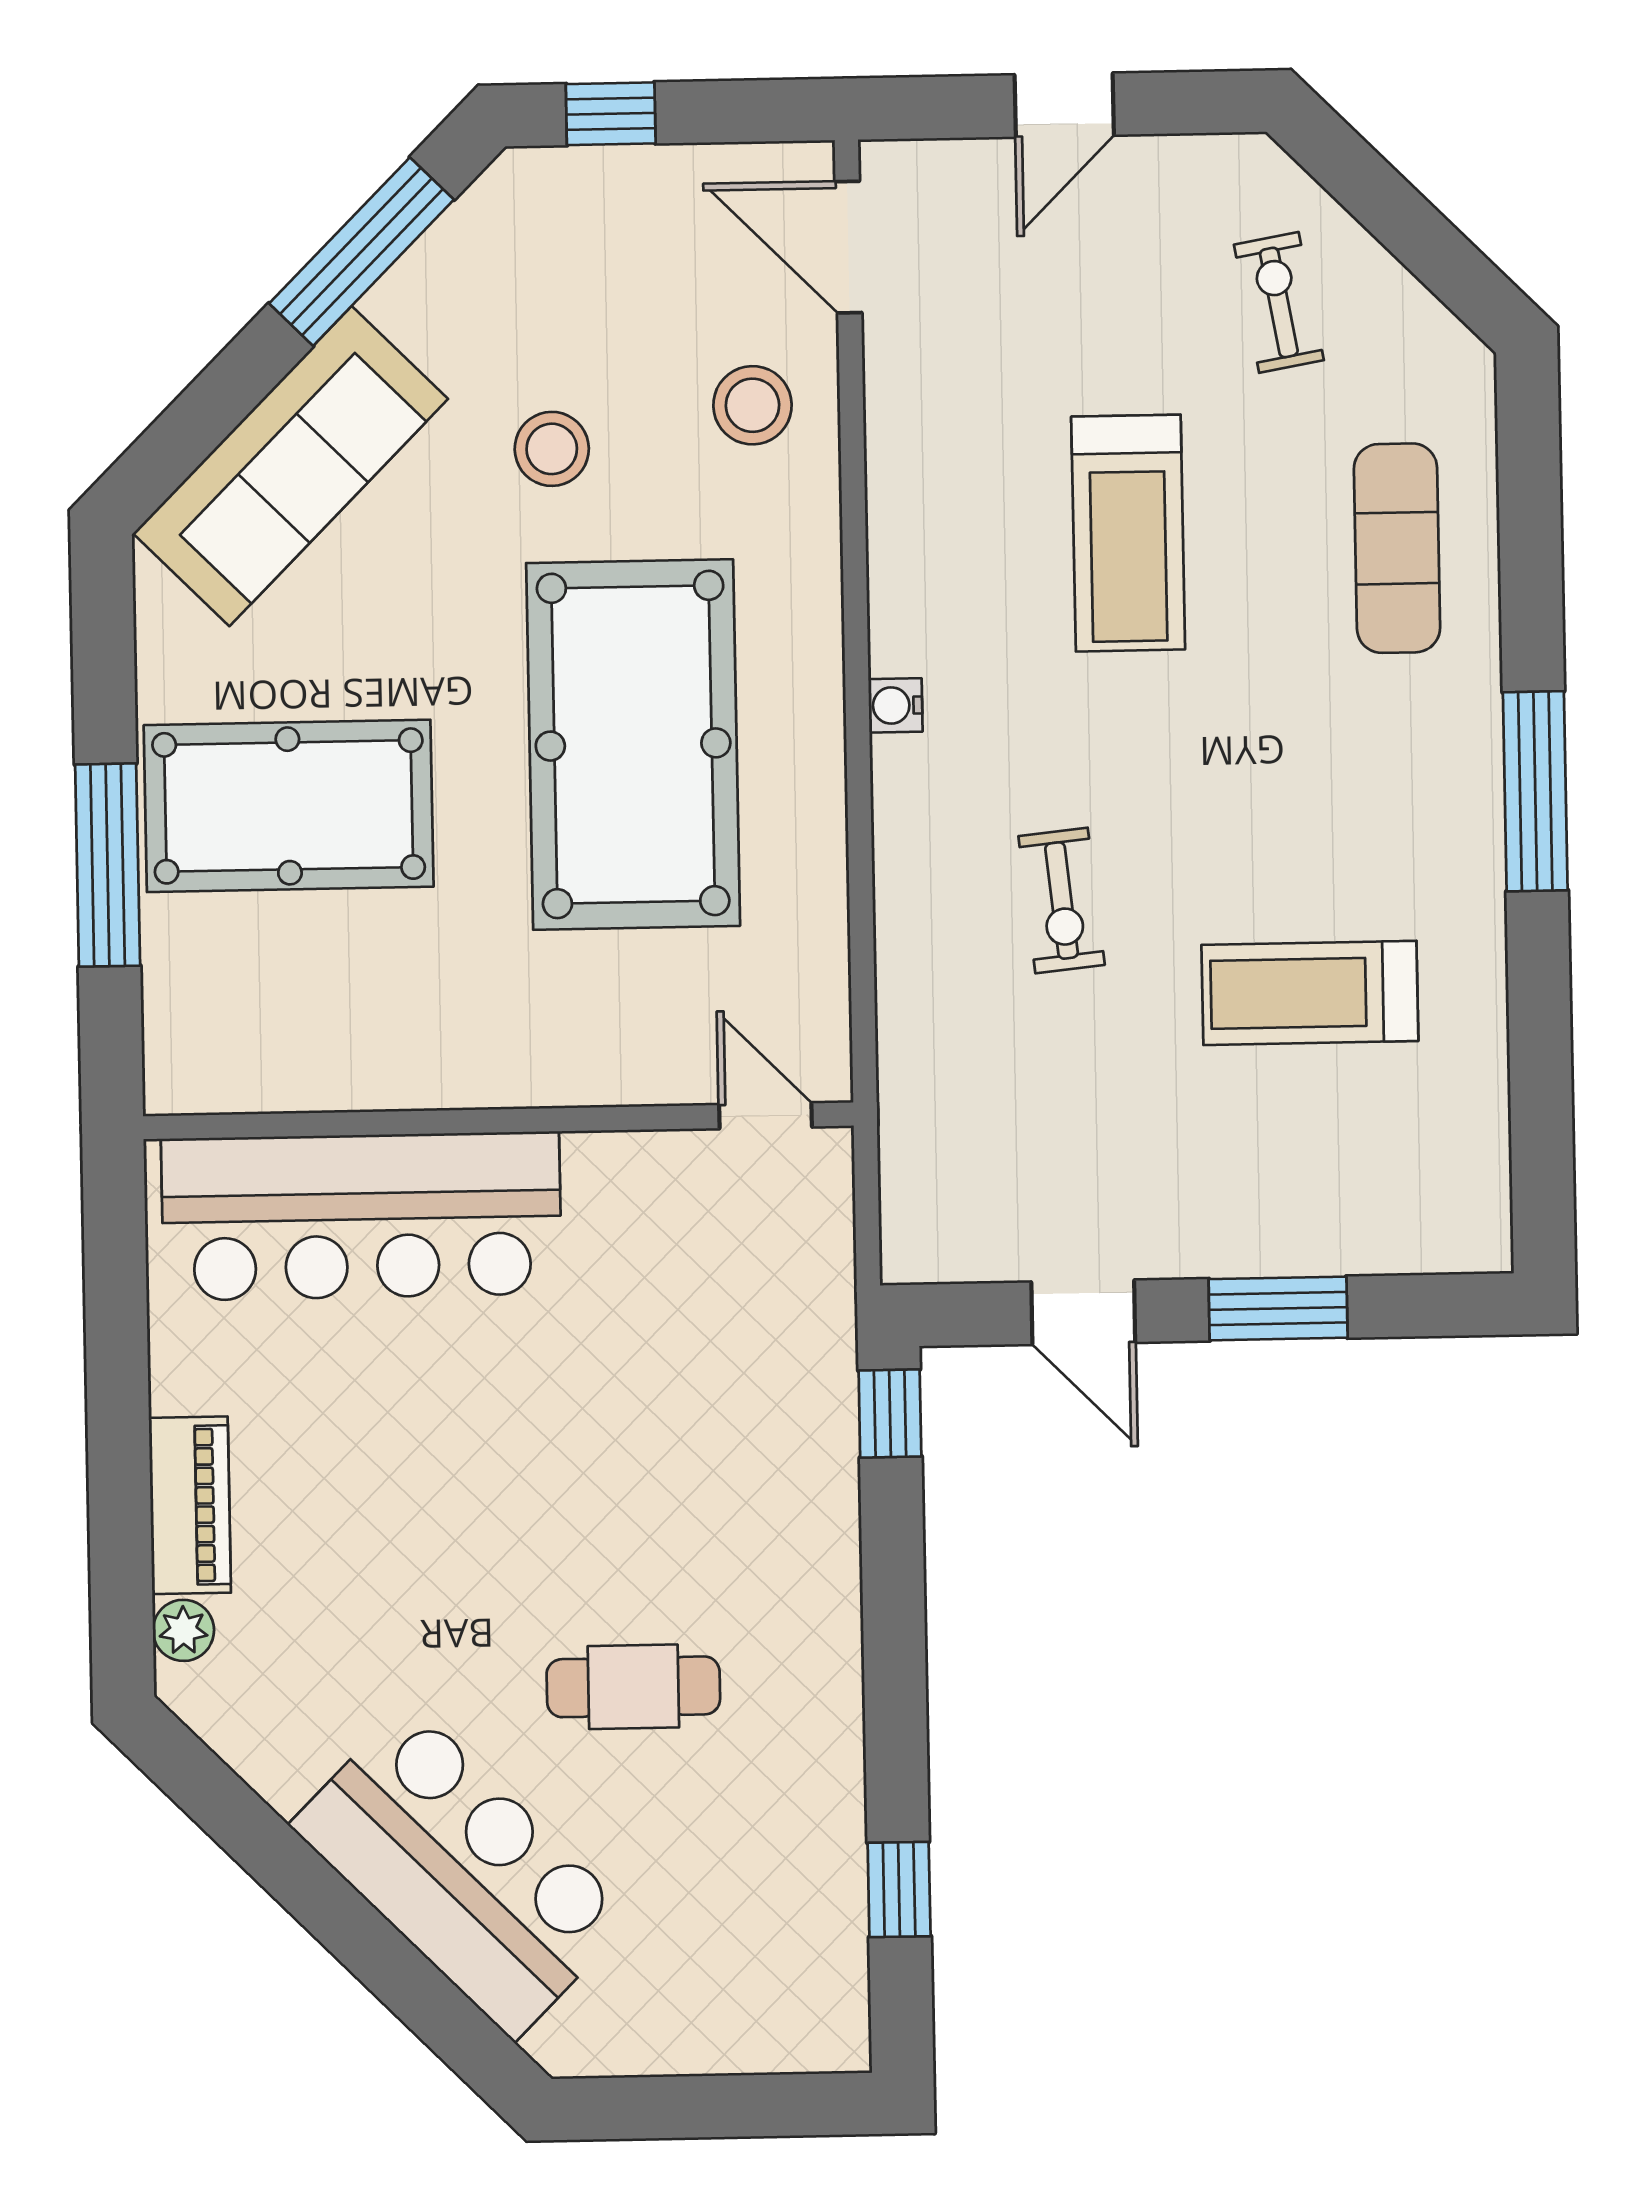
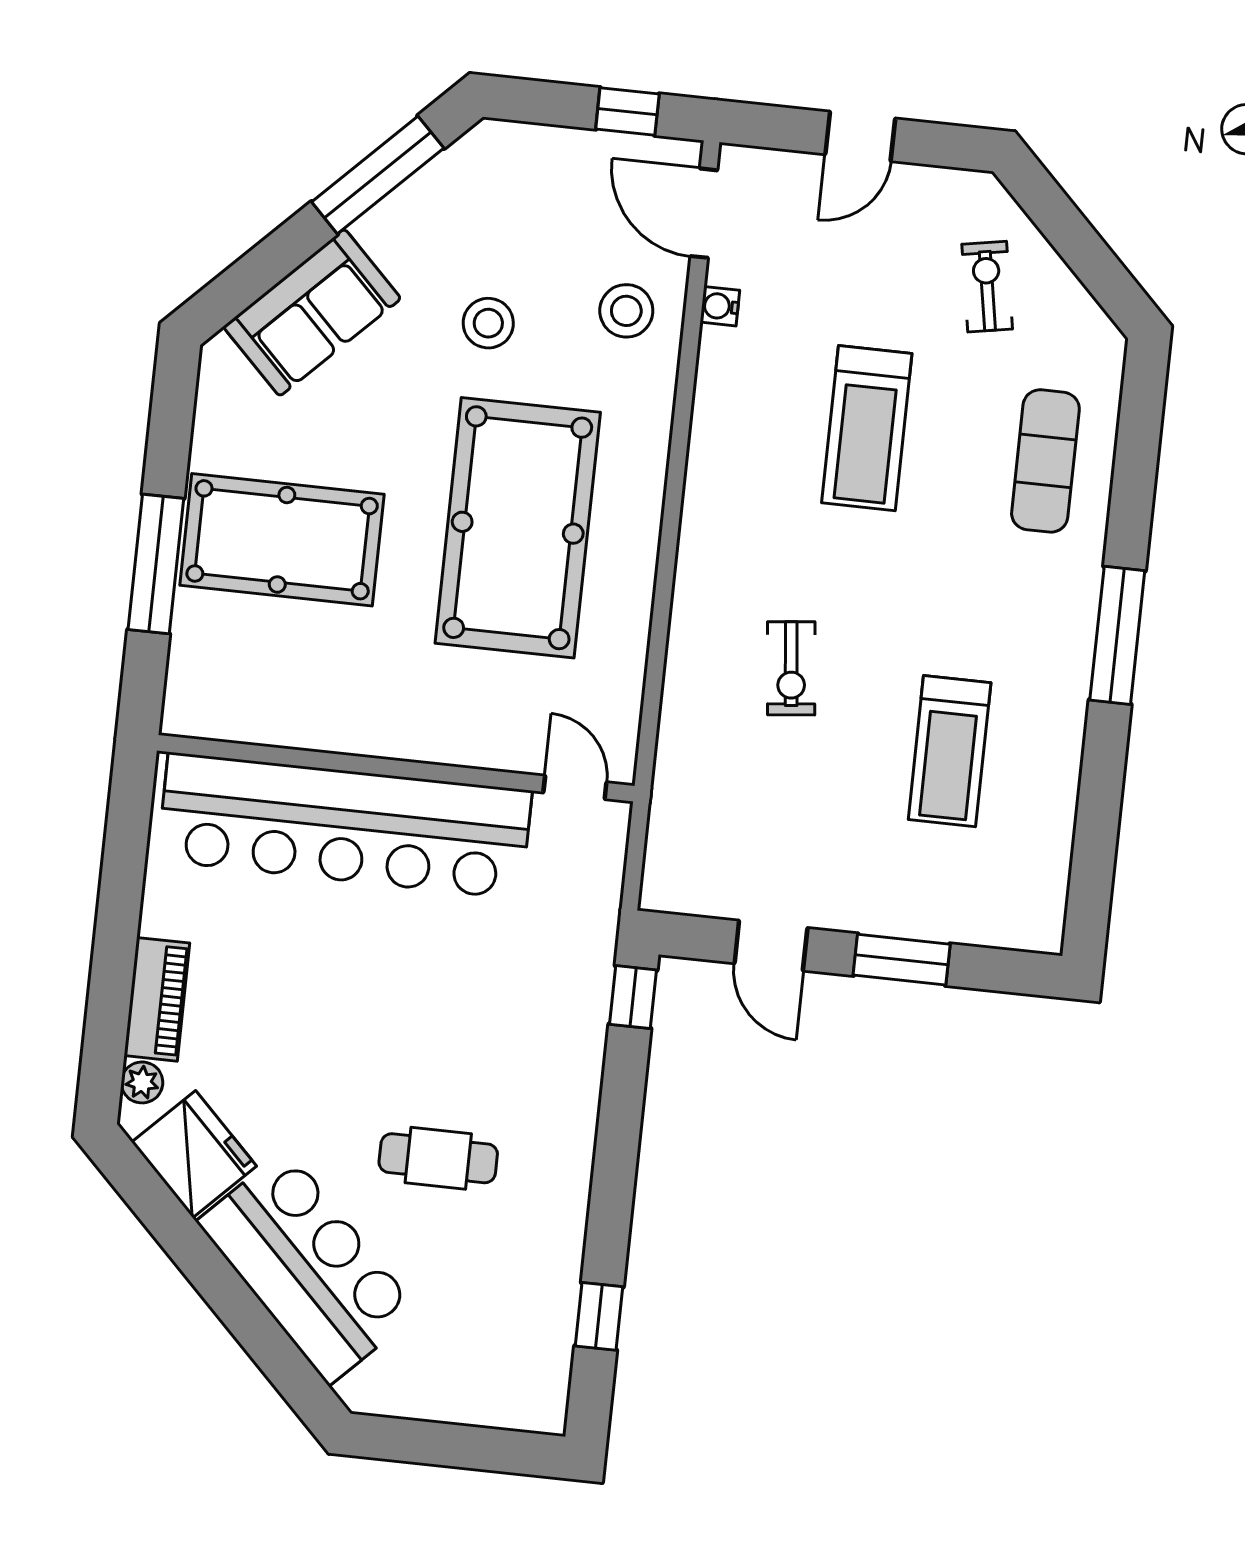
window: (611, 114) -> (627, 112), moved
sofa: (291, 466) -> (312, 313), width x0.73
water cooler: (895, 705) -> (720, 306), moved
treadmill: (1310, 993) -> (950, 751), turned -90
bar counter: (361, 1216) -> (345, 826), width x1.36
fridge: (273, 1726) -> (194, 1154), added

